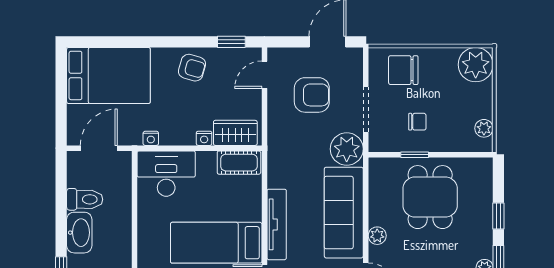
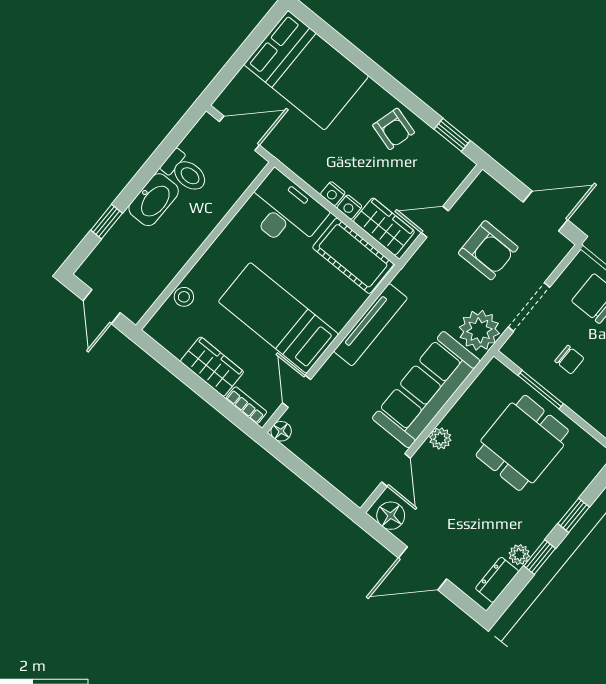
door: (264, 75) -> (435, 222), moved
nightstand: (151, 138) -> (333, 194), moved
window: (415, 155) -> (541, 390), width x1.50
cot: (239, 163) -> (353, 256), width x1.37, depth x1.34
tv unit: (277, 224) -> (371, 325), moved

